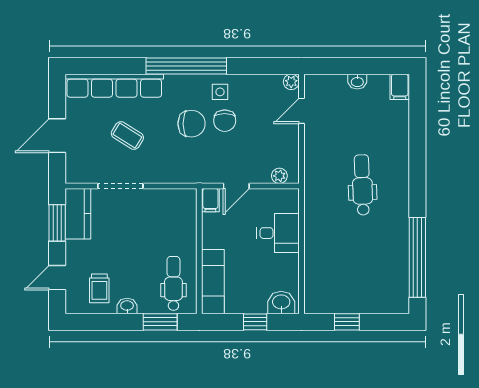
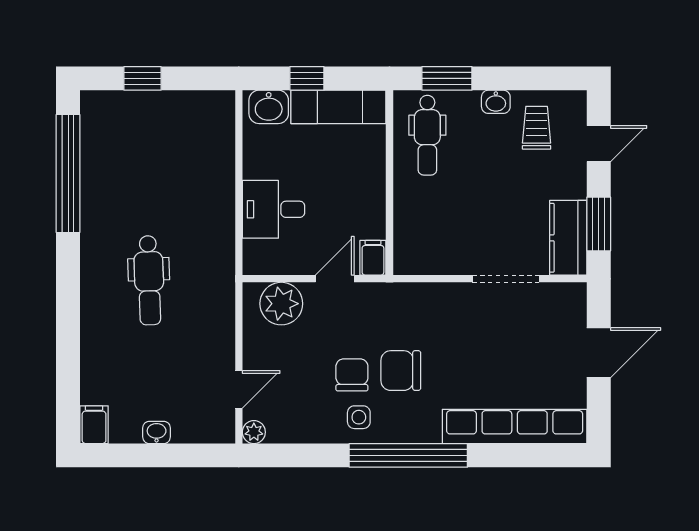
coffee table: (127, 136) -> (495, 353), removed
plant: (279, 176) -> (281, 304), width x1.88, depth x1.88
exam couch: (213, 282) -> (338, 107), moved, turned -90
window: (347, 322) -> (142, 78), moved

